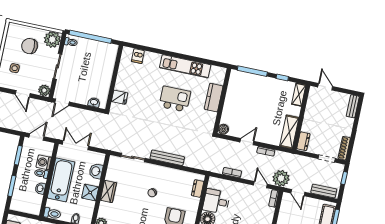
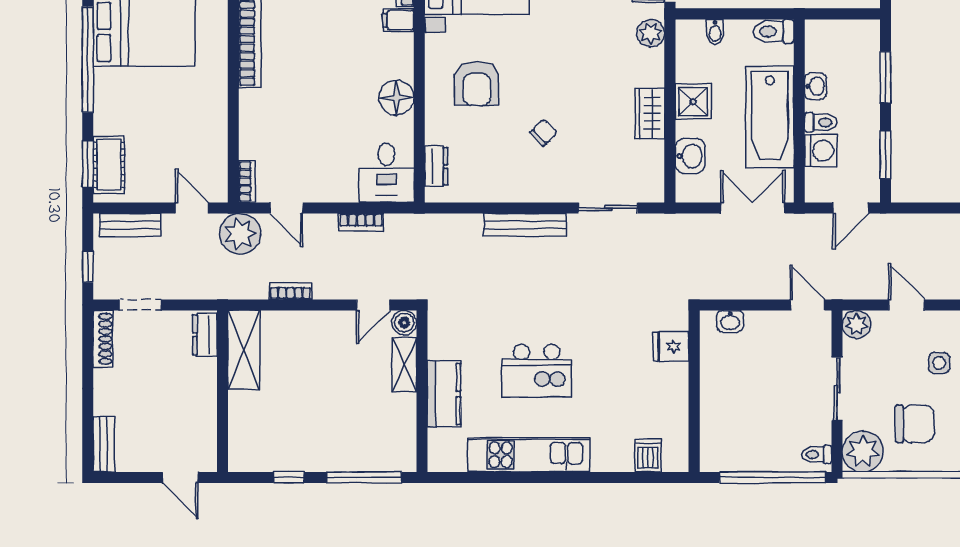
shelving: (299, 95) -> (404, 365), moved
door: (62, 102) -> (807, 305), hinge flipped
door: (247, 142) -> (373, 305), moved
double door: (75, 145) -> (753, 208), swing flipped
desk: (216, 201) -> (386, 173), moved, turned 90

